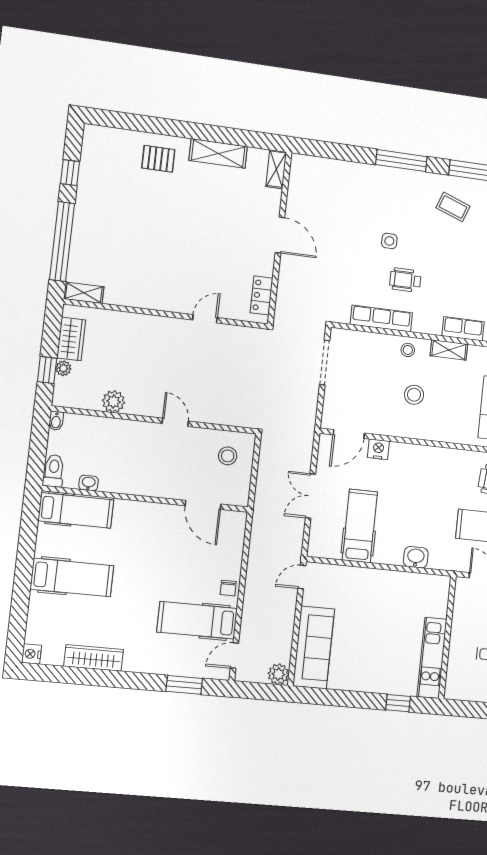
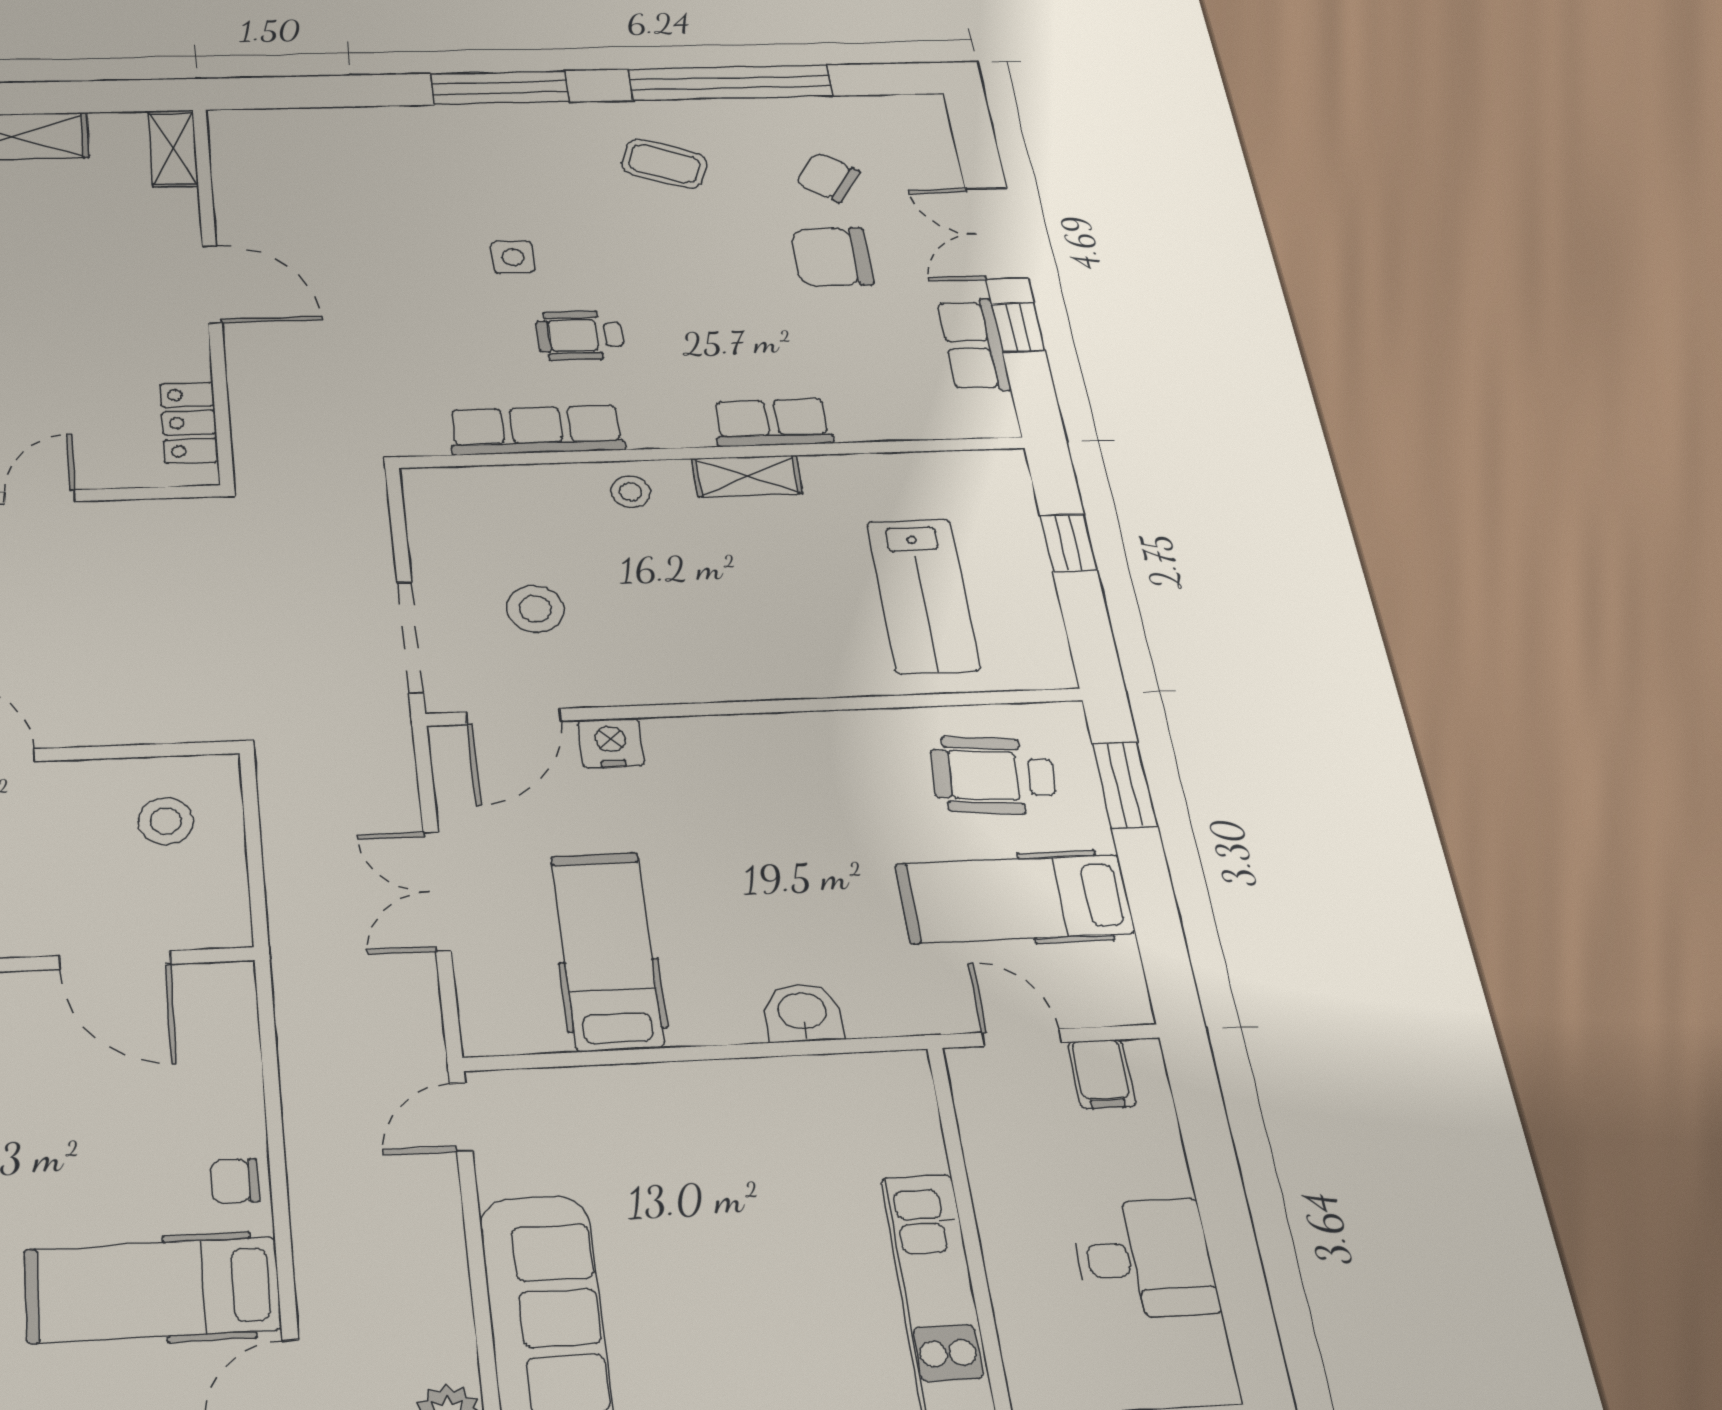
doorway: (325, 362) -> (410, 637), moved
stool: (414, 395) -> (535, 609), moved
chair: (228, 588) -> (235, 1181), turned 90

